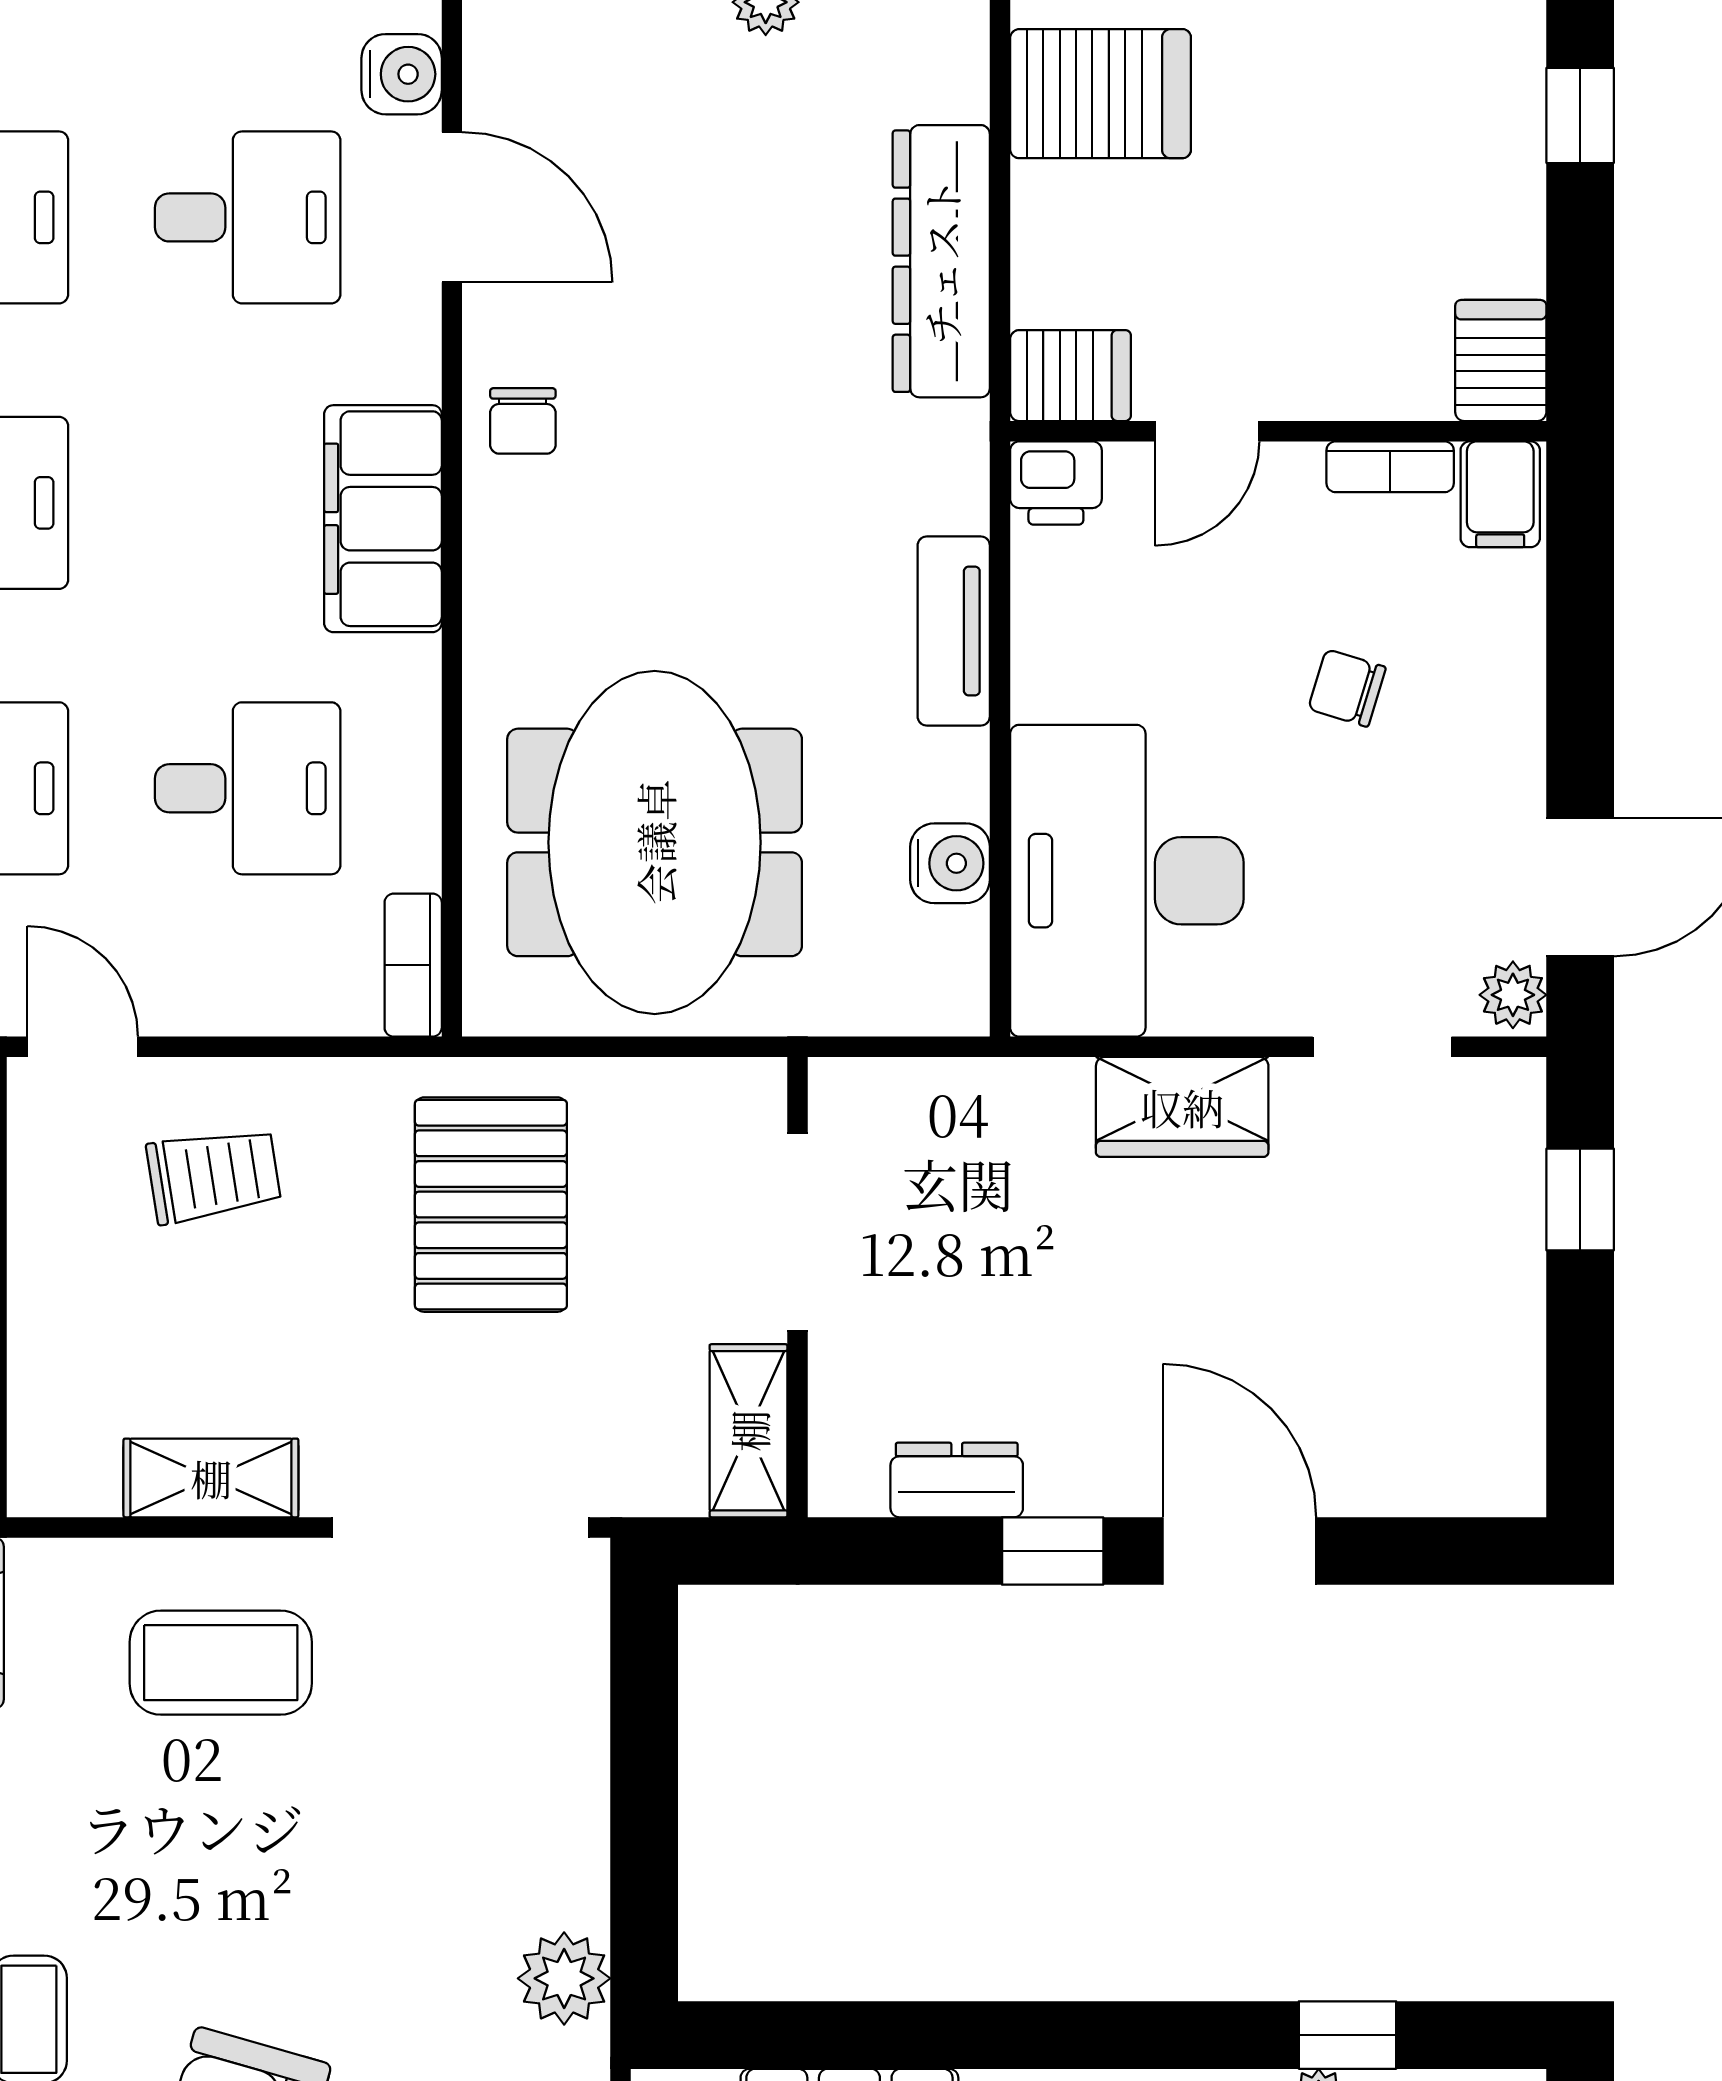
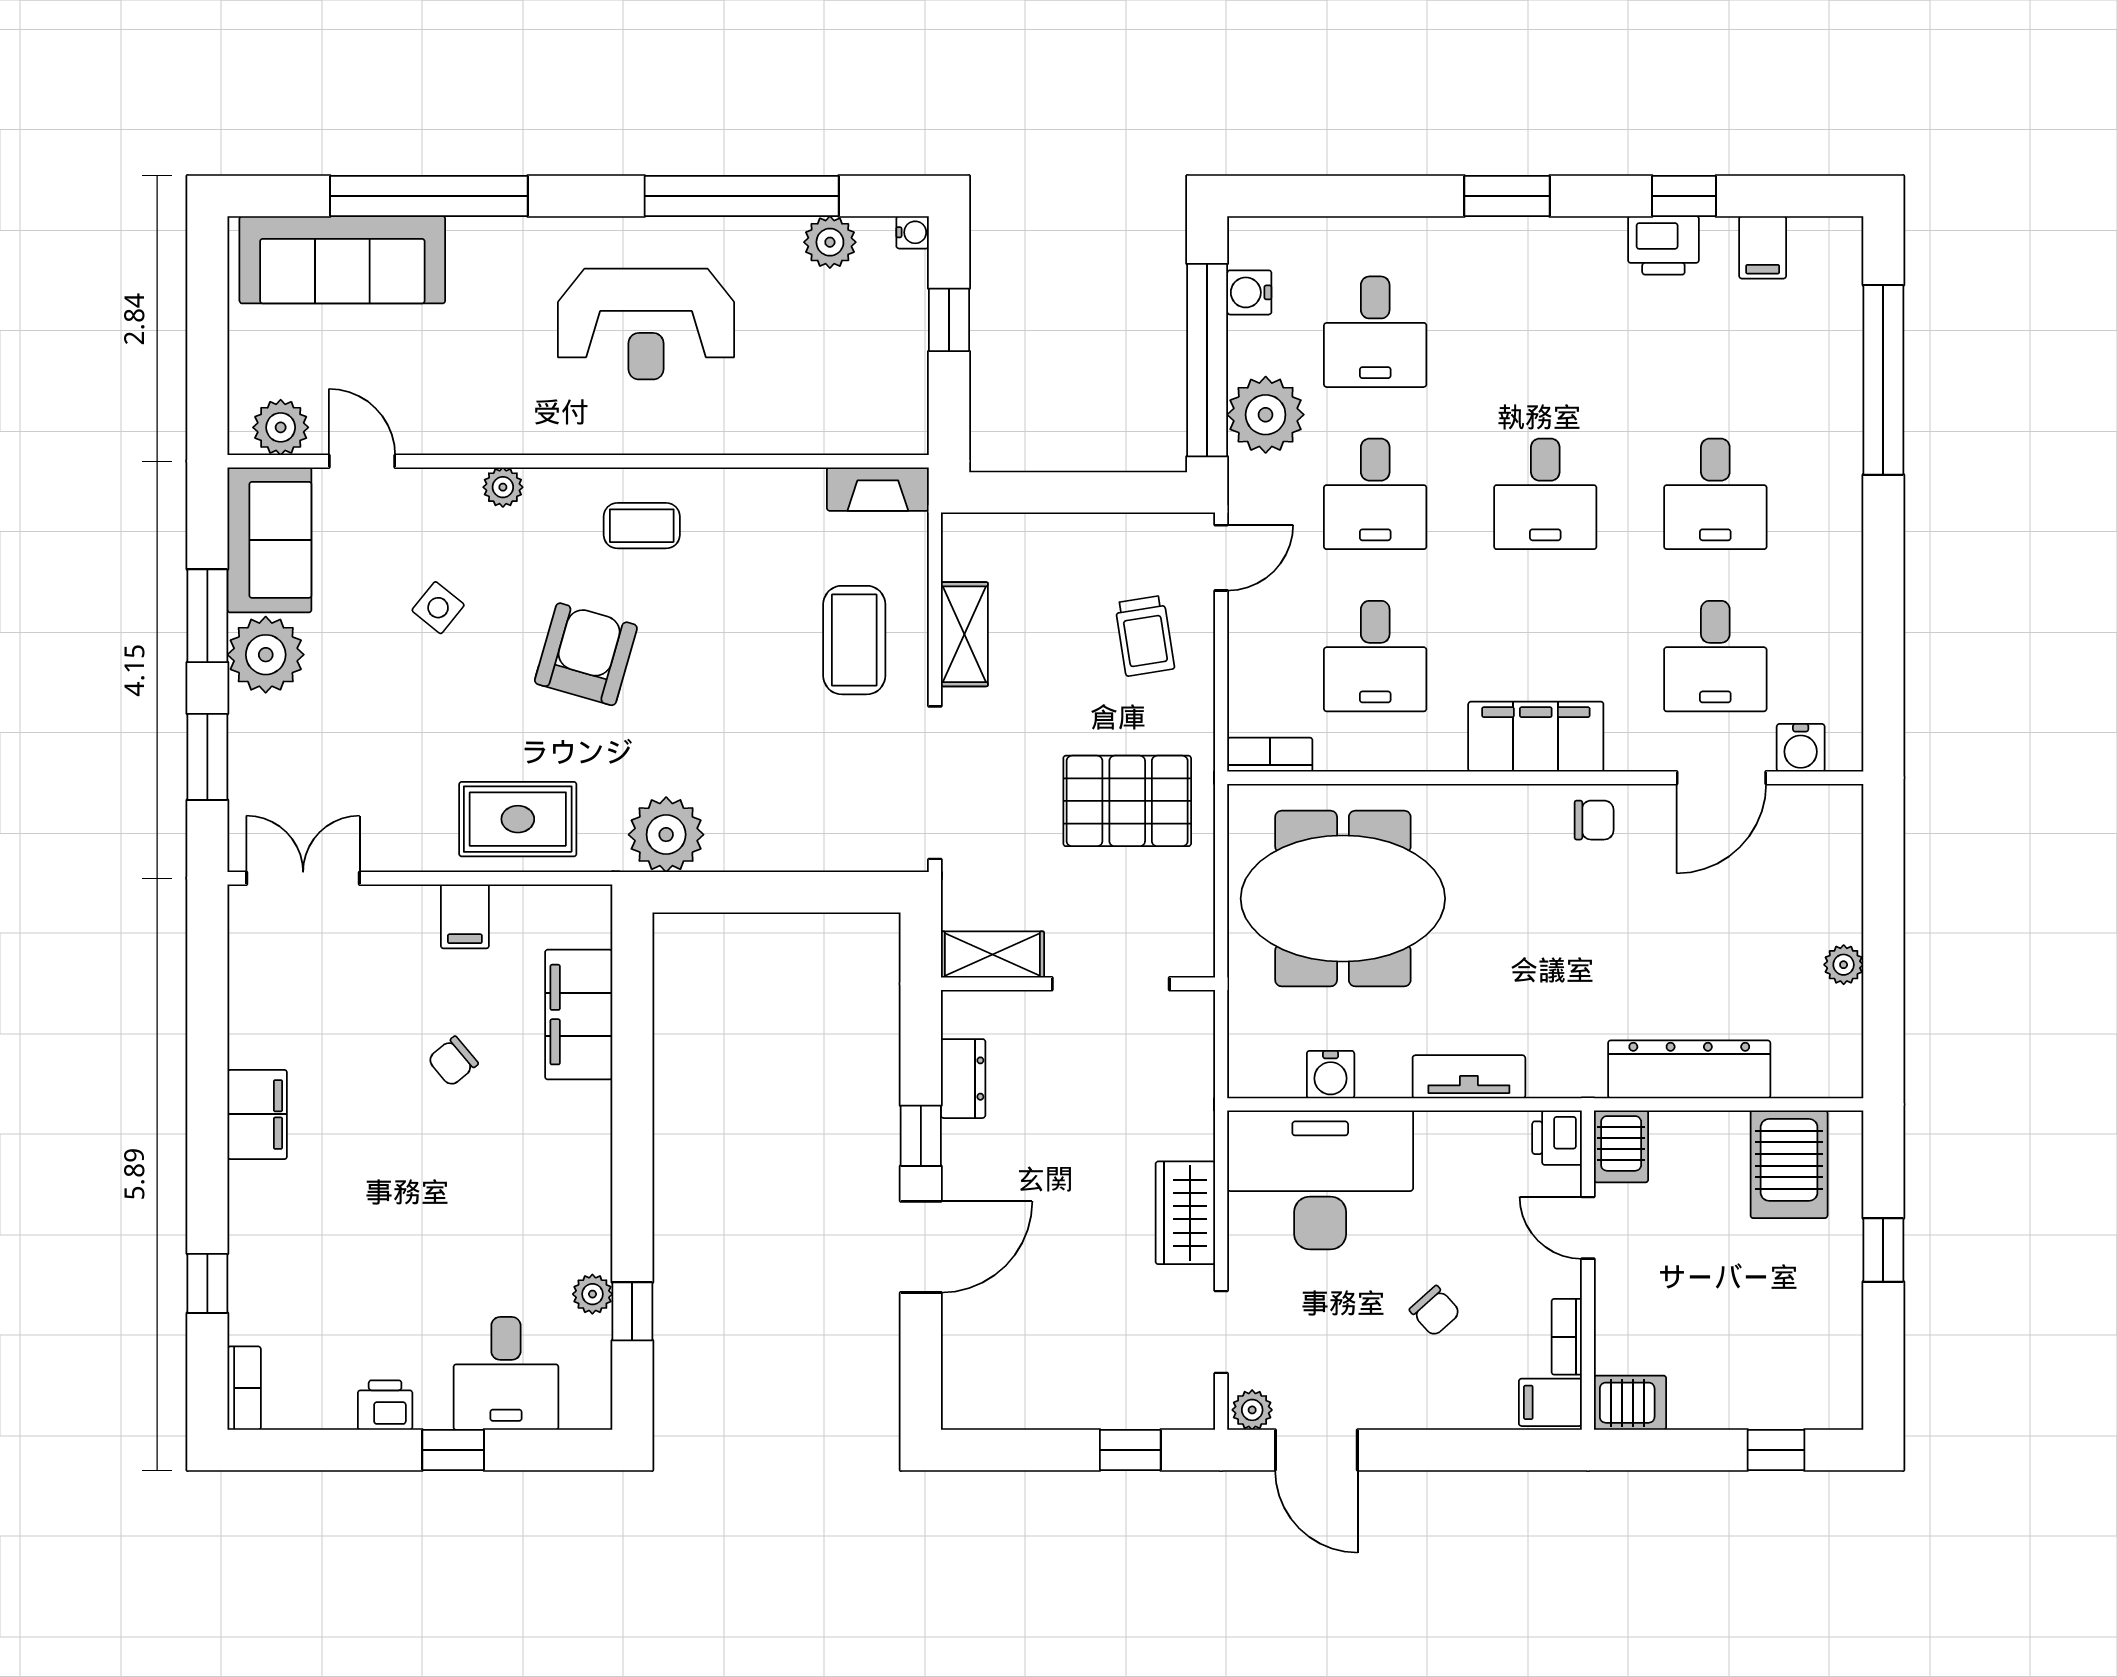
chair: (523, 421) -> (1594, 820), turned 180
chair: (1347, 688) -> (1435, 1311), turned 121
plant: (564, 1978) -> (666, 835), width x1.36, depth x1.36

